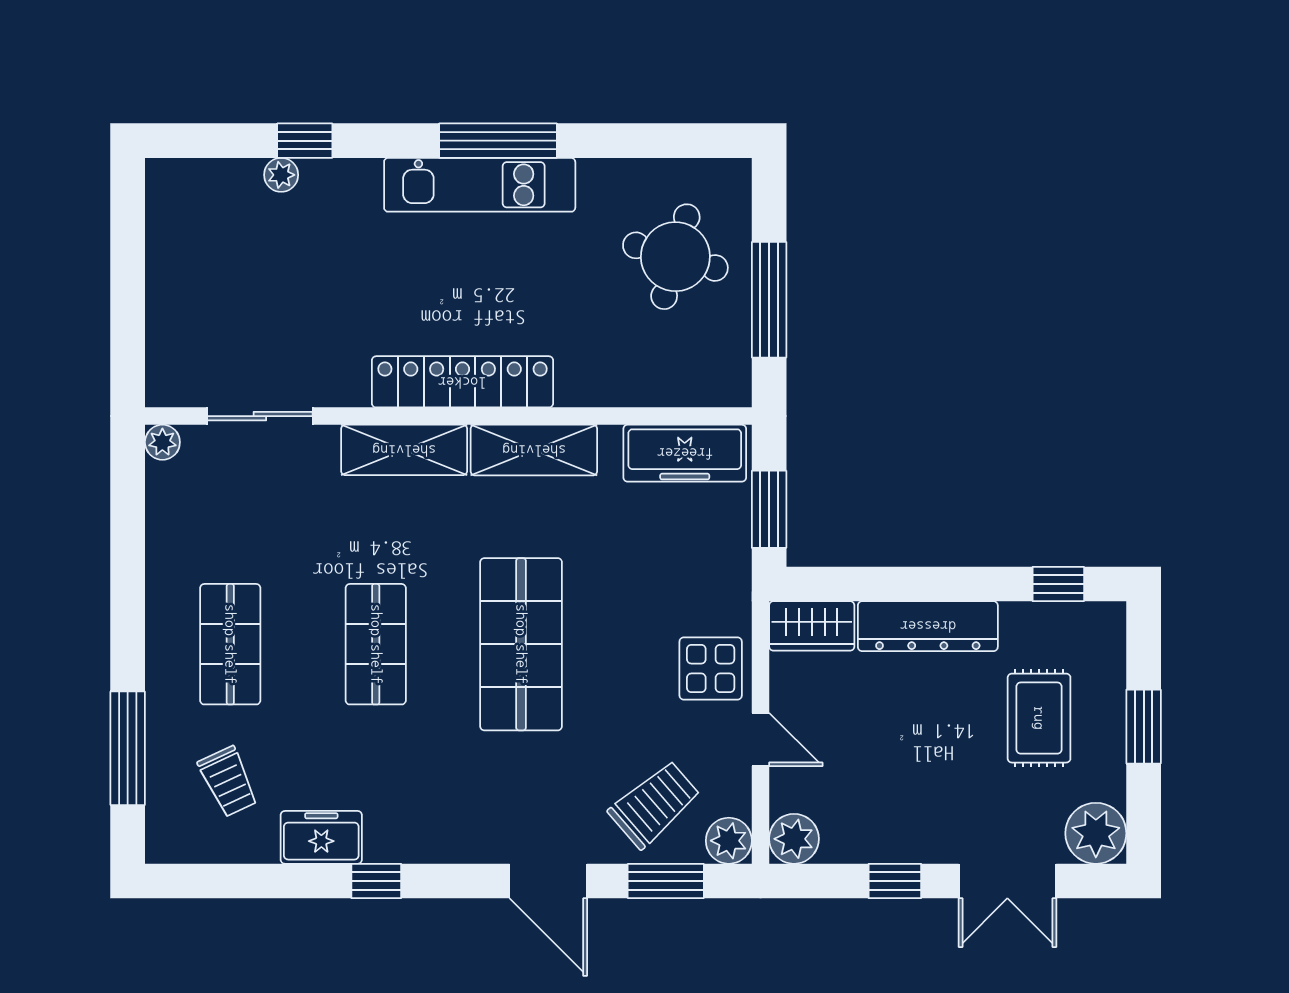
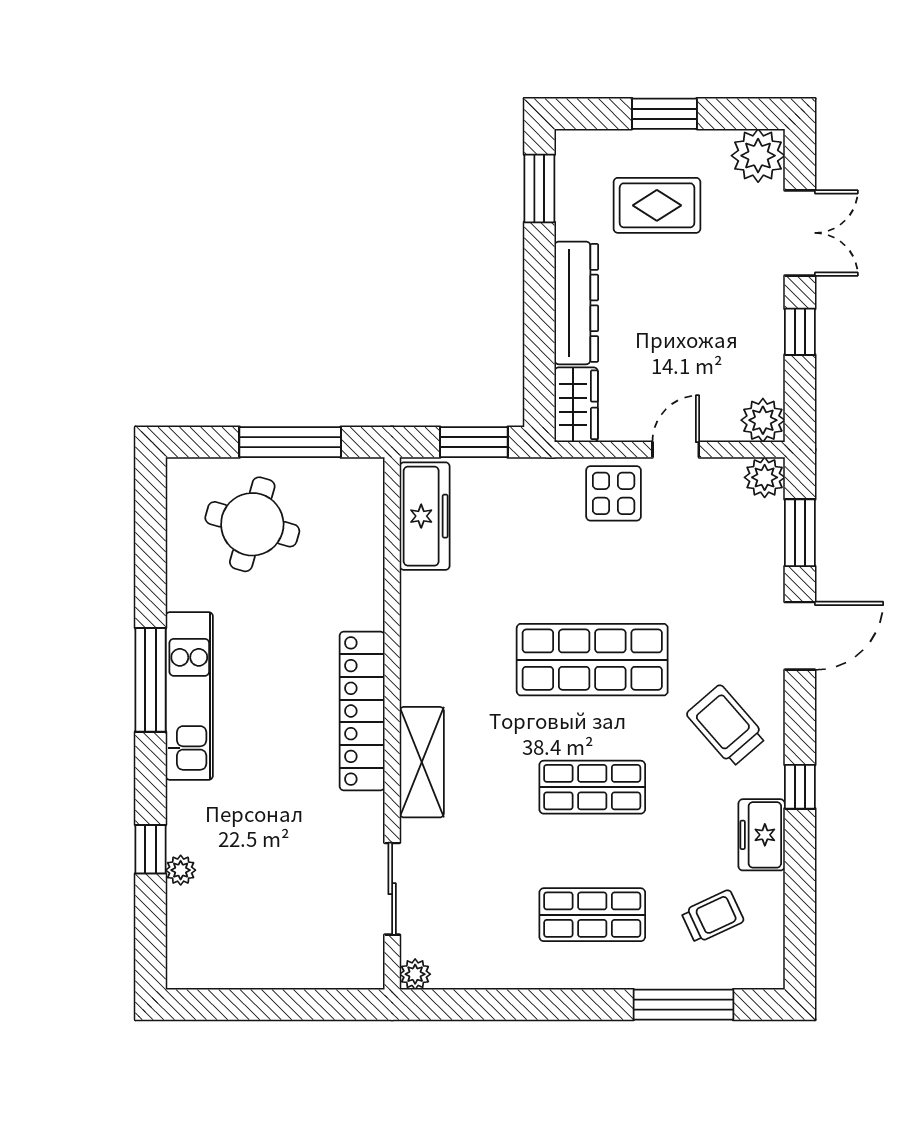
shelving: (534, 450) -> (422, 648), removed
window: (1058, 584) -> (539, 188), width x1.50
trolley: (654, 804) -> (726, 726), moved

